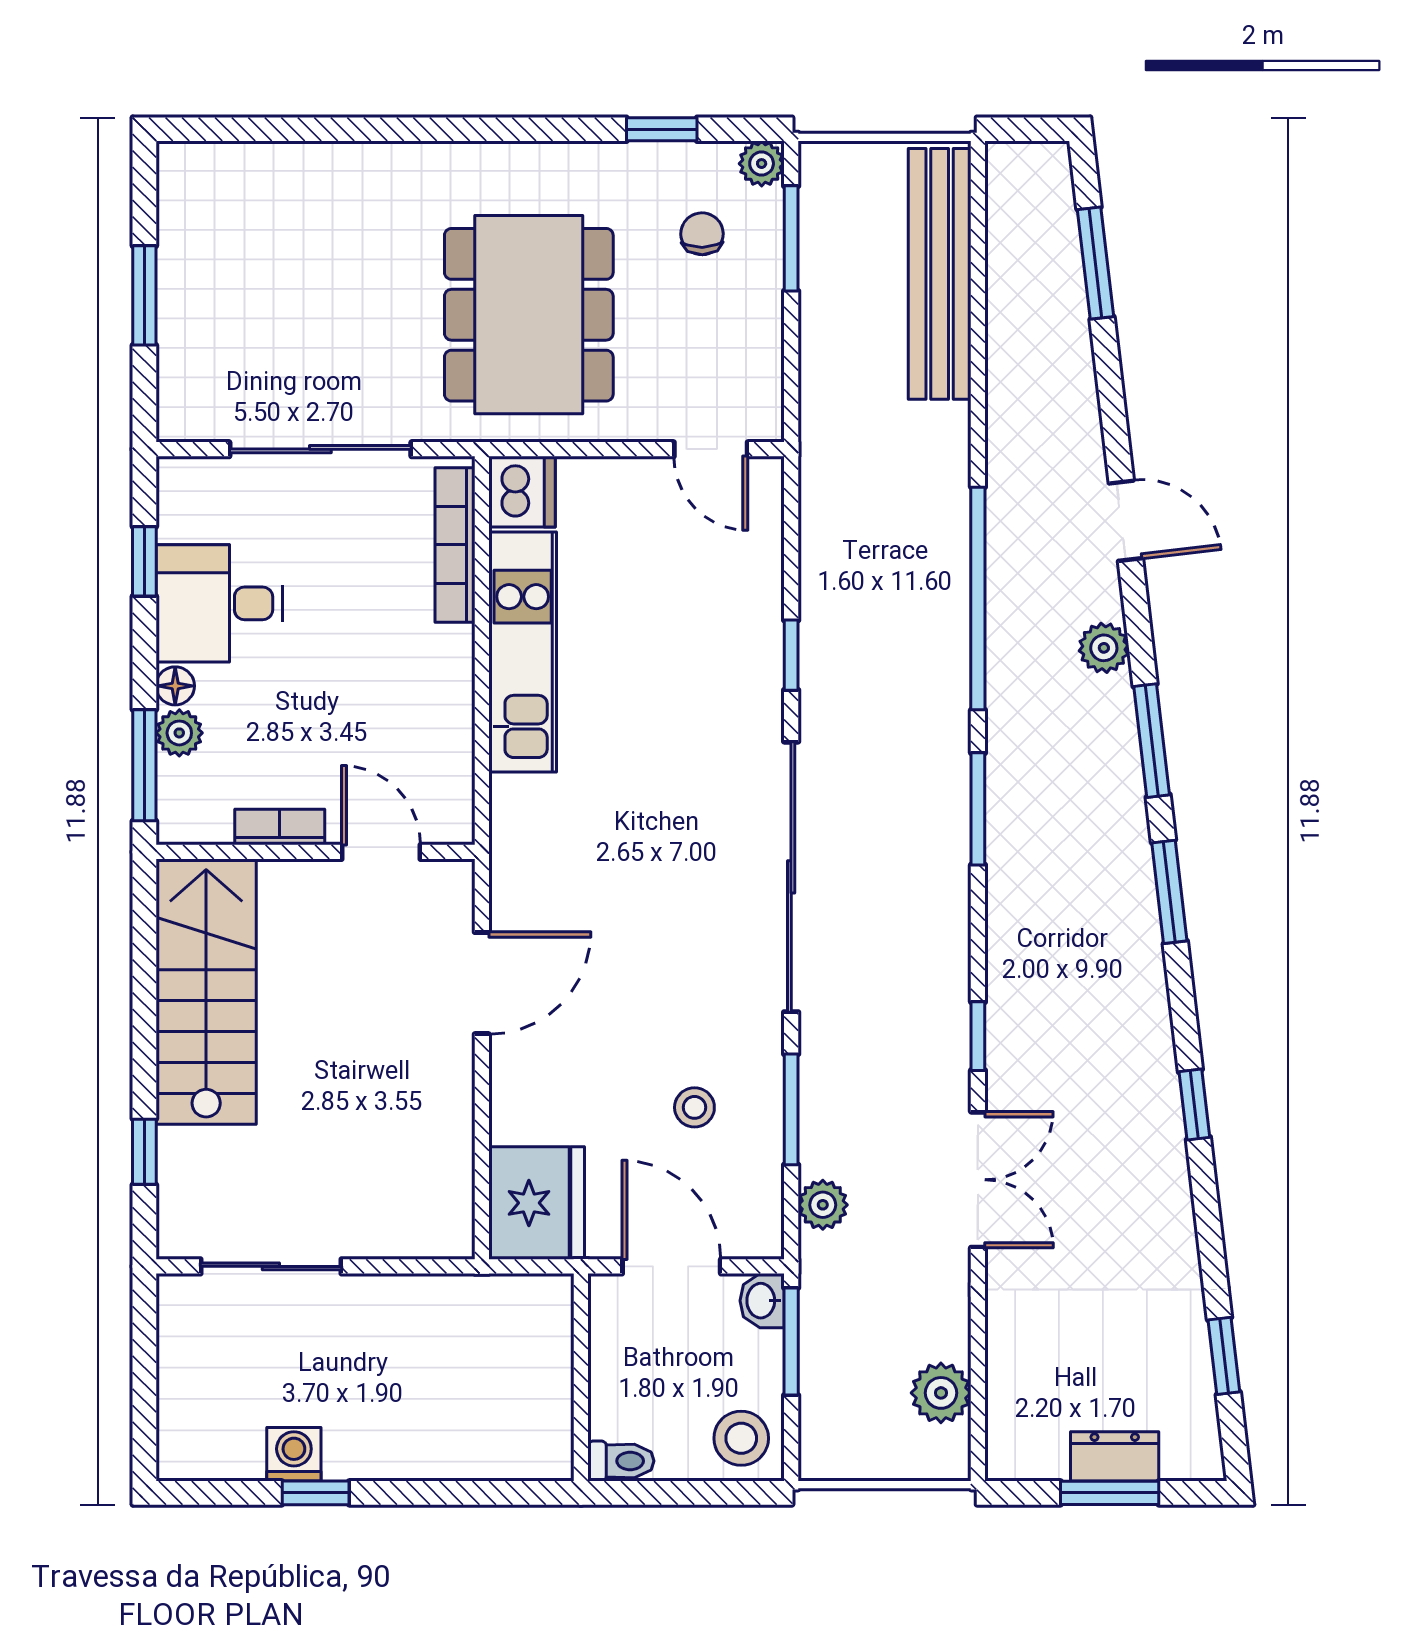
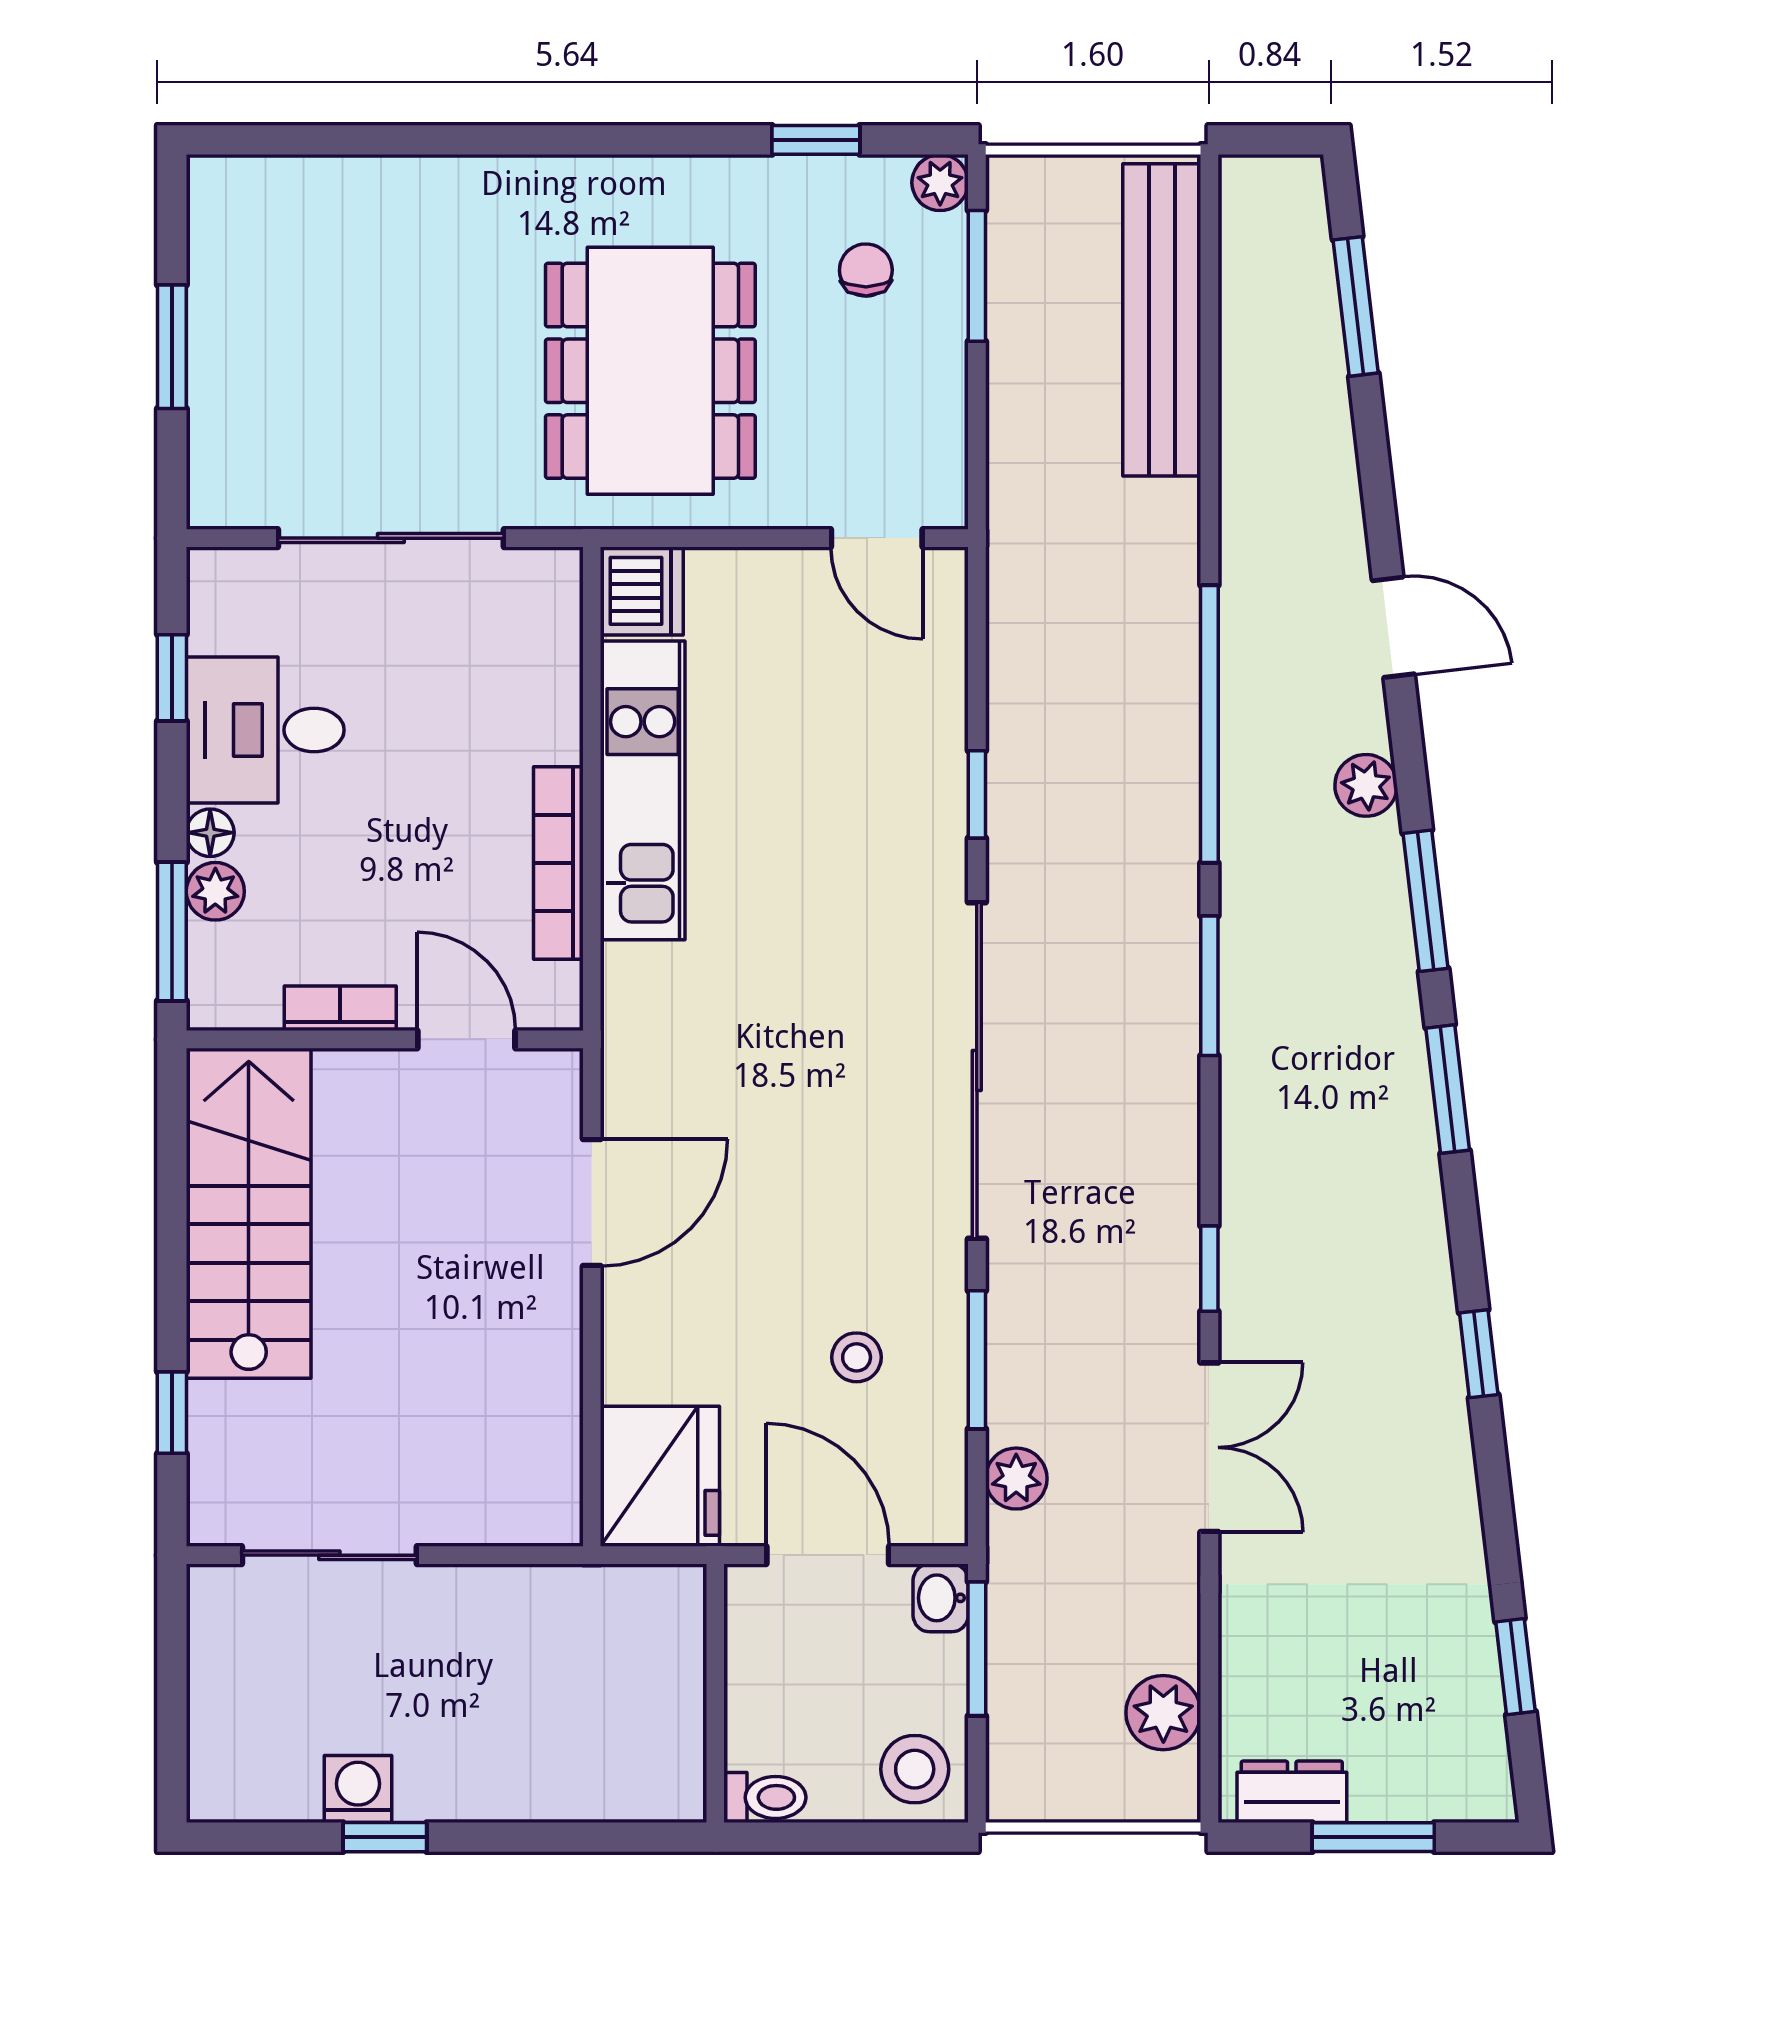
bookcase: (455, 545) -> (558, 863), moved
dresser: (1115, 1456) -> (1292, 1792), moved

